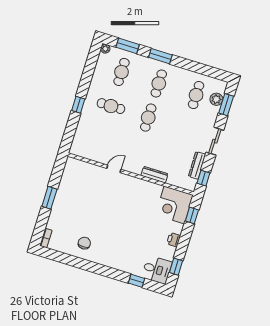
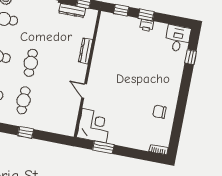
cafe table: (148, 118) -> (31, 63), turned 90
window: (49, 198) -> (103, 147), moved
corner desk: (174, 205) -> (94, 126), moved, turned -90
window: (176, 267) -> (146, 15), moved

